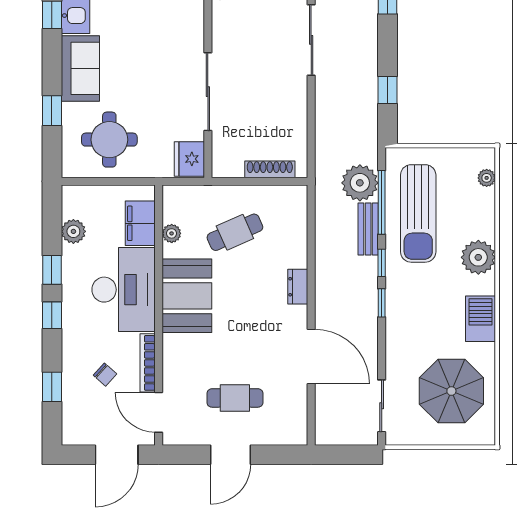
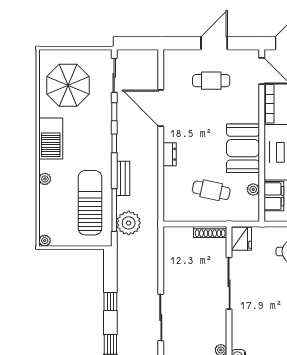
window: (387, 90) -> (110, 301), moved
shoe rack: (270, 169) -> (210, 232), moved
plant: (487, 178) -> (45, 241), moved
bench: (368, 229) -> (123, 178), moved
cafe table: (235, 232) -> (211, 190), turned 36
plant: (478, 257) -> (45, 179), width x0.53, depth x0.53
window: (382, 263) -> (114, 112), moved
barbecue: (480, 319) -> (51, 139), width x1.37, depth x1.21

